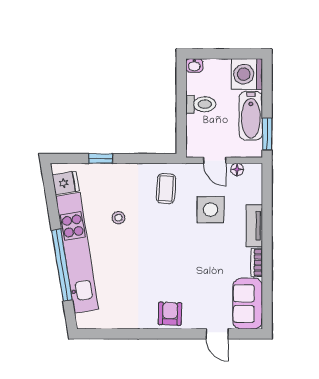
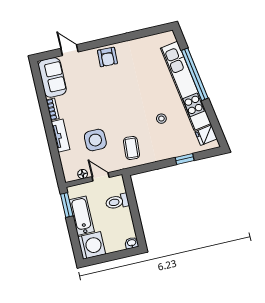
toilet: (201, 104) -> (117, 202), moved

